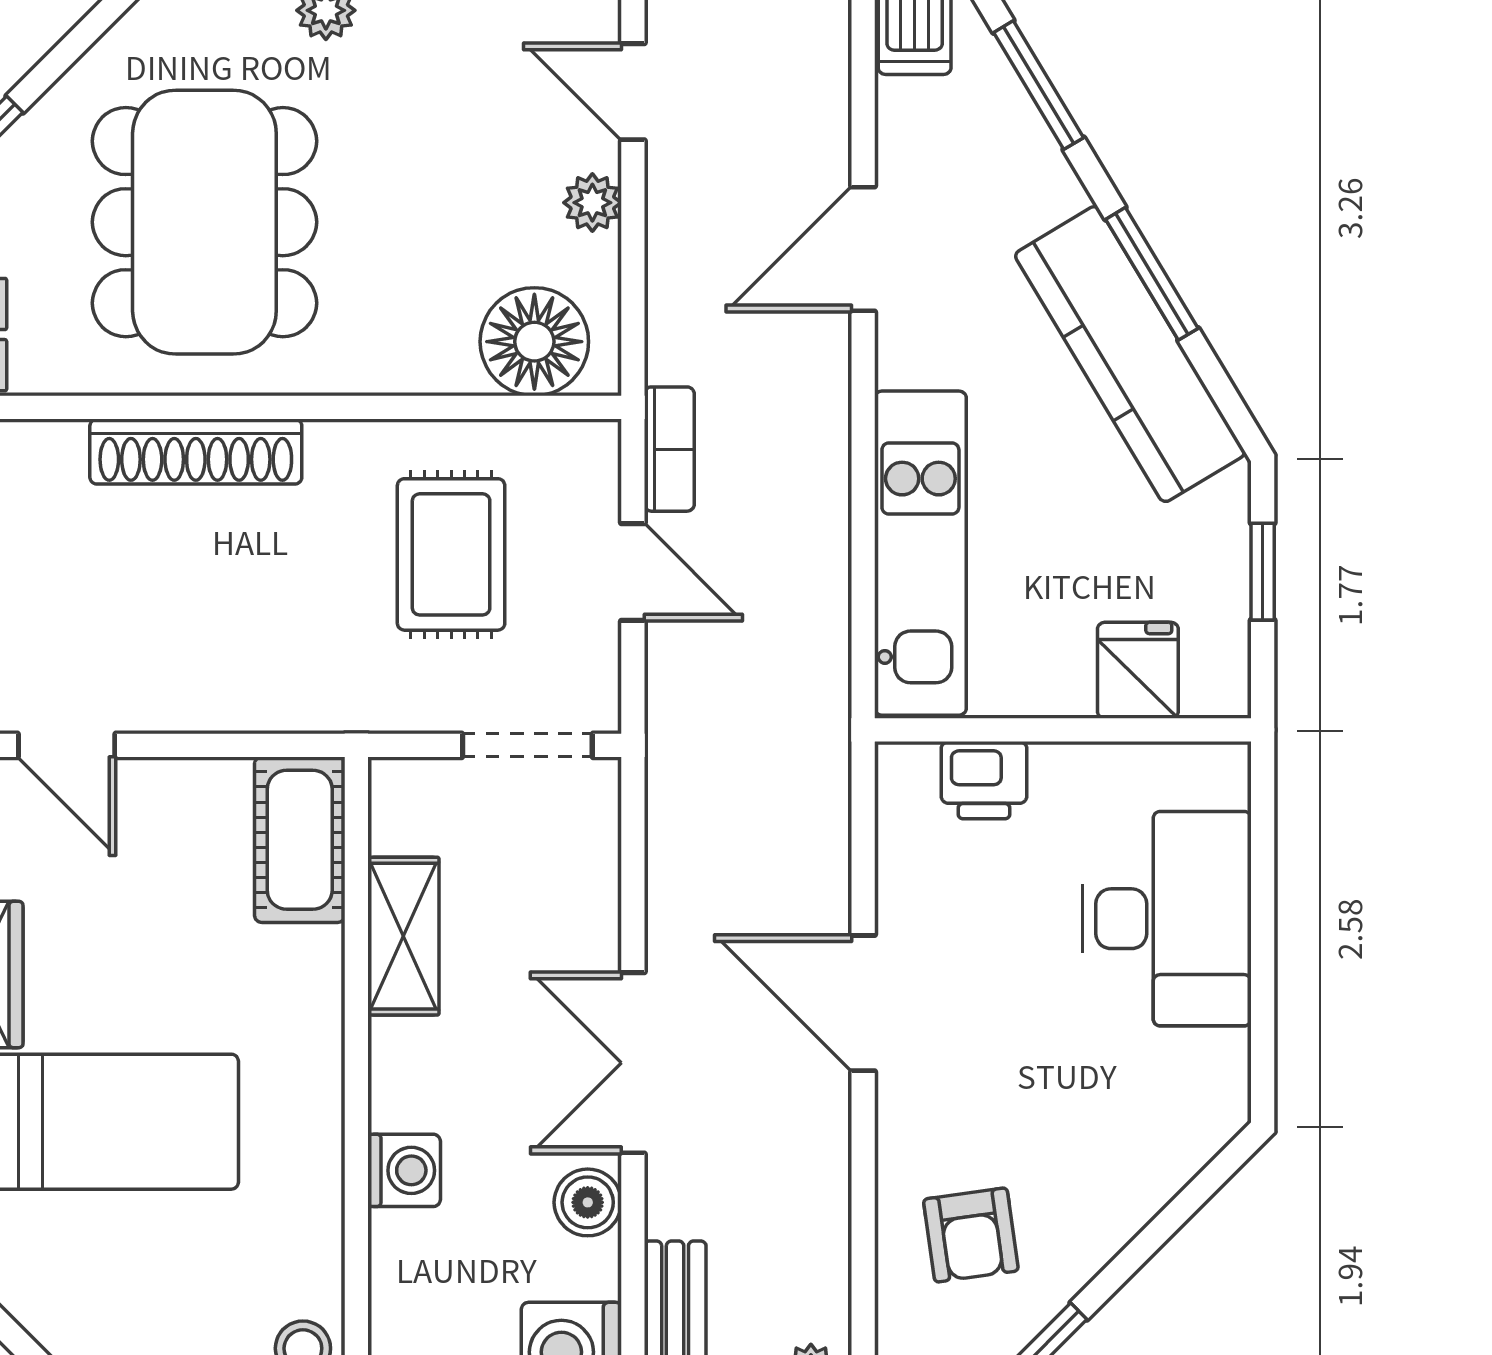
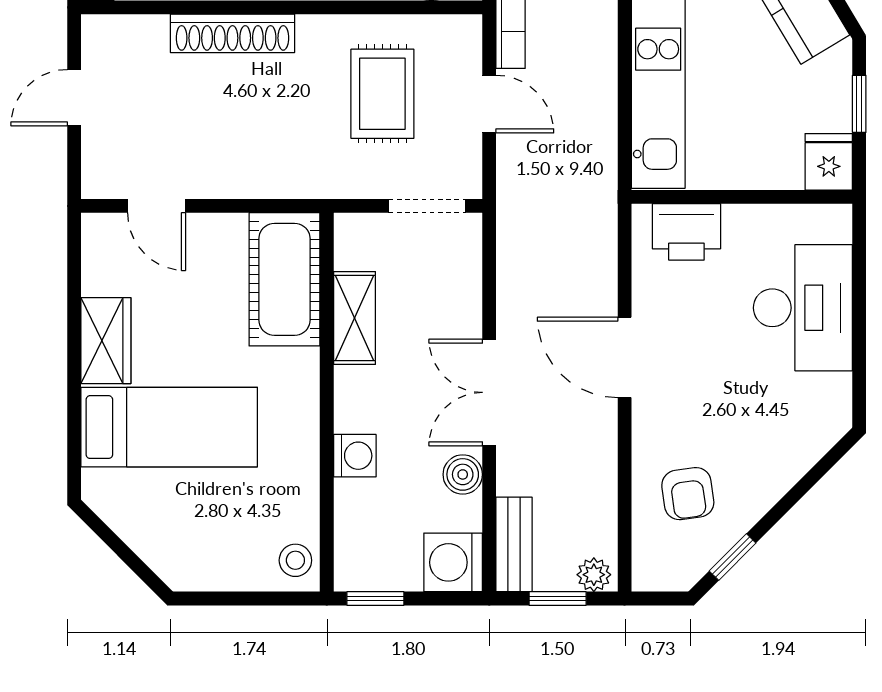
fridge: (1138, 670) -> (829, 162), moved
printer: (984, 780) -> (686, 232), width x1.36, depth x1.24
cot: (300, 840) -> (285, 279), width x1.37, depth x1.34

